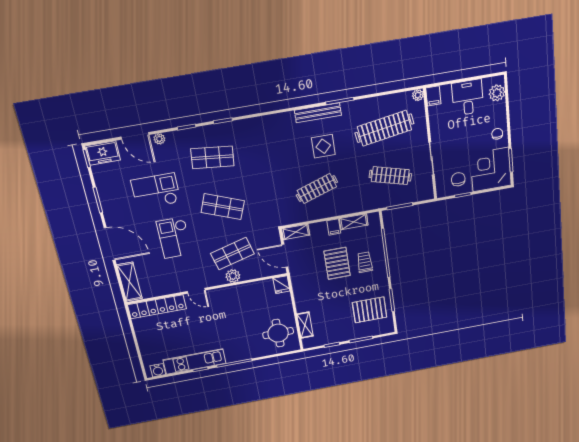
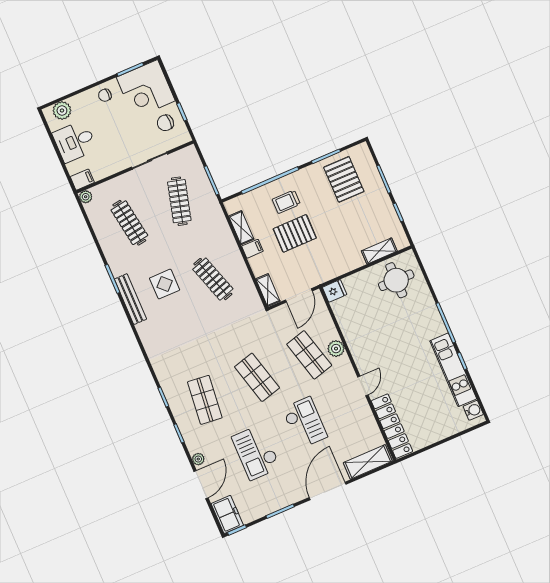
clothes rail: (384, 128) -> (129, 223), width x0.73, depth x0.76
shop shelf: (223, 207) -> (257, 377), turned -36
checkout: (174, 238) -> (305, 423), turned -90

